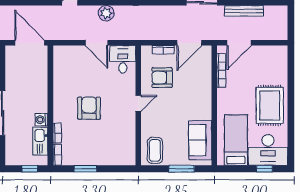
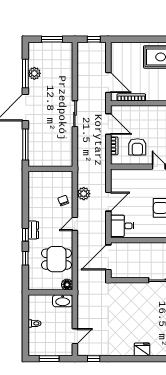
bench: (244, 11) -> (82, 78), removed
window: (291, 25) -> (94, 39), added
desk: (123, 59) -> (122, 226), moved

